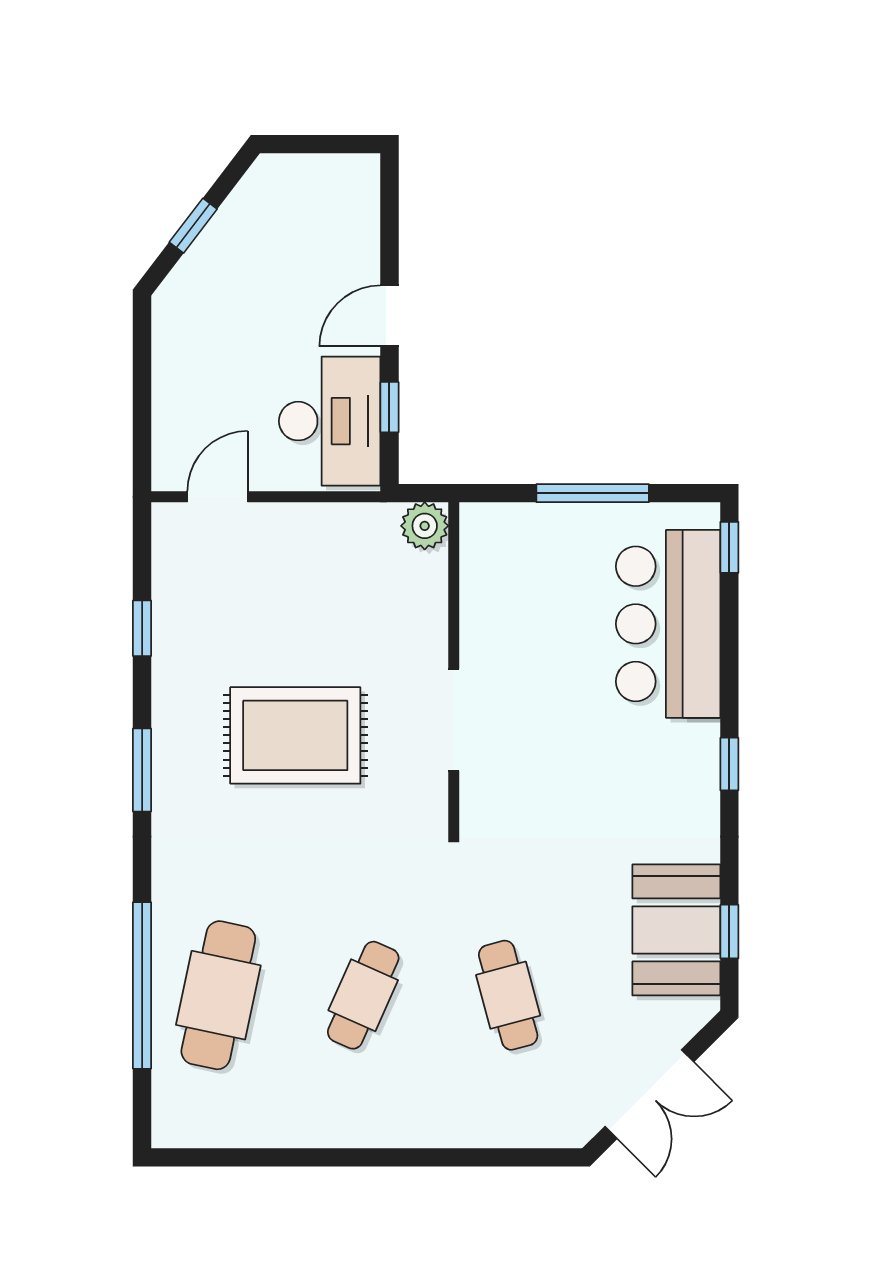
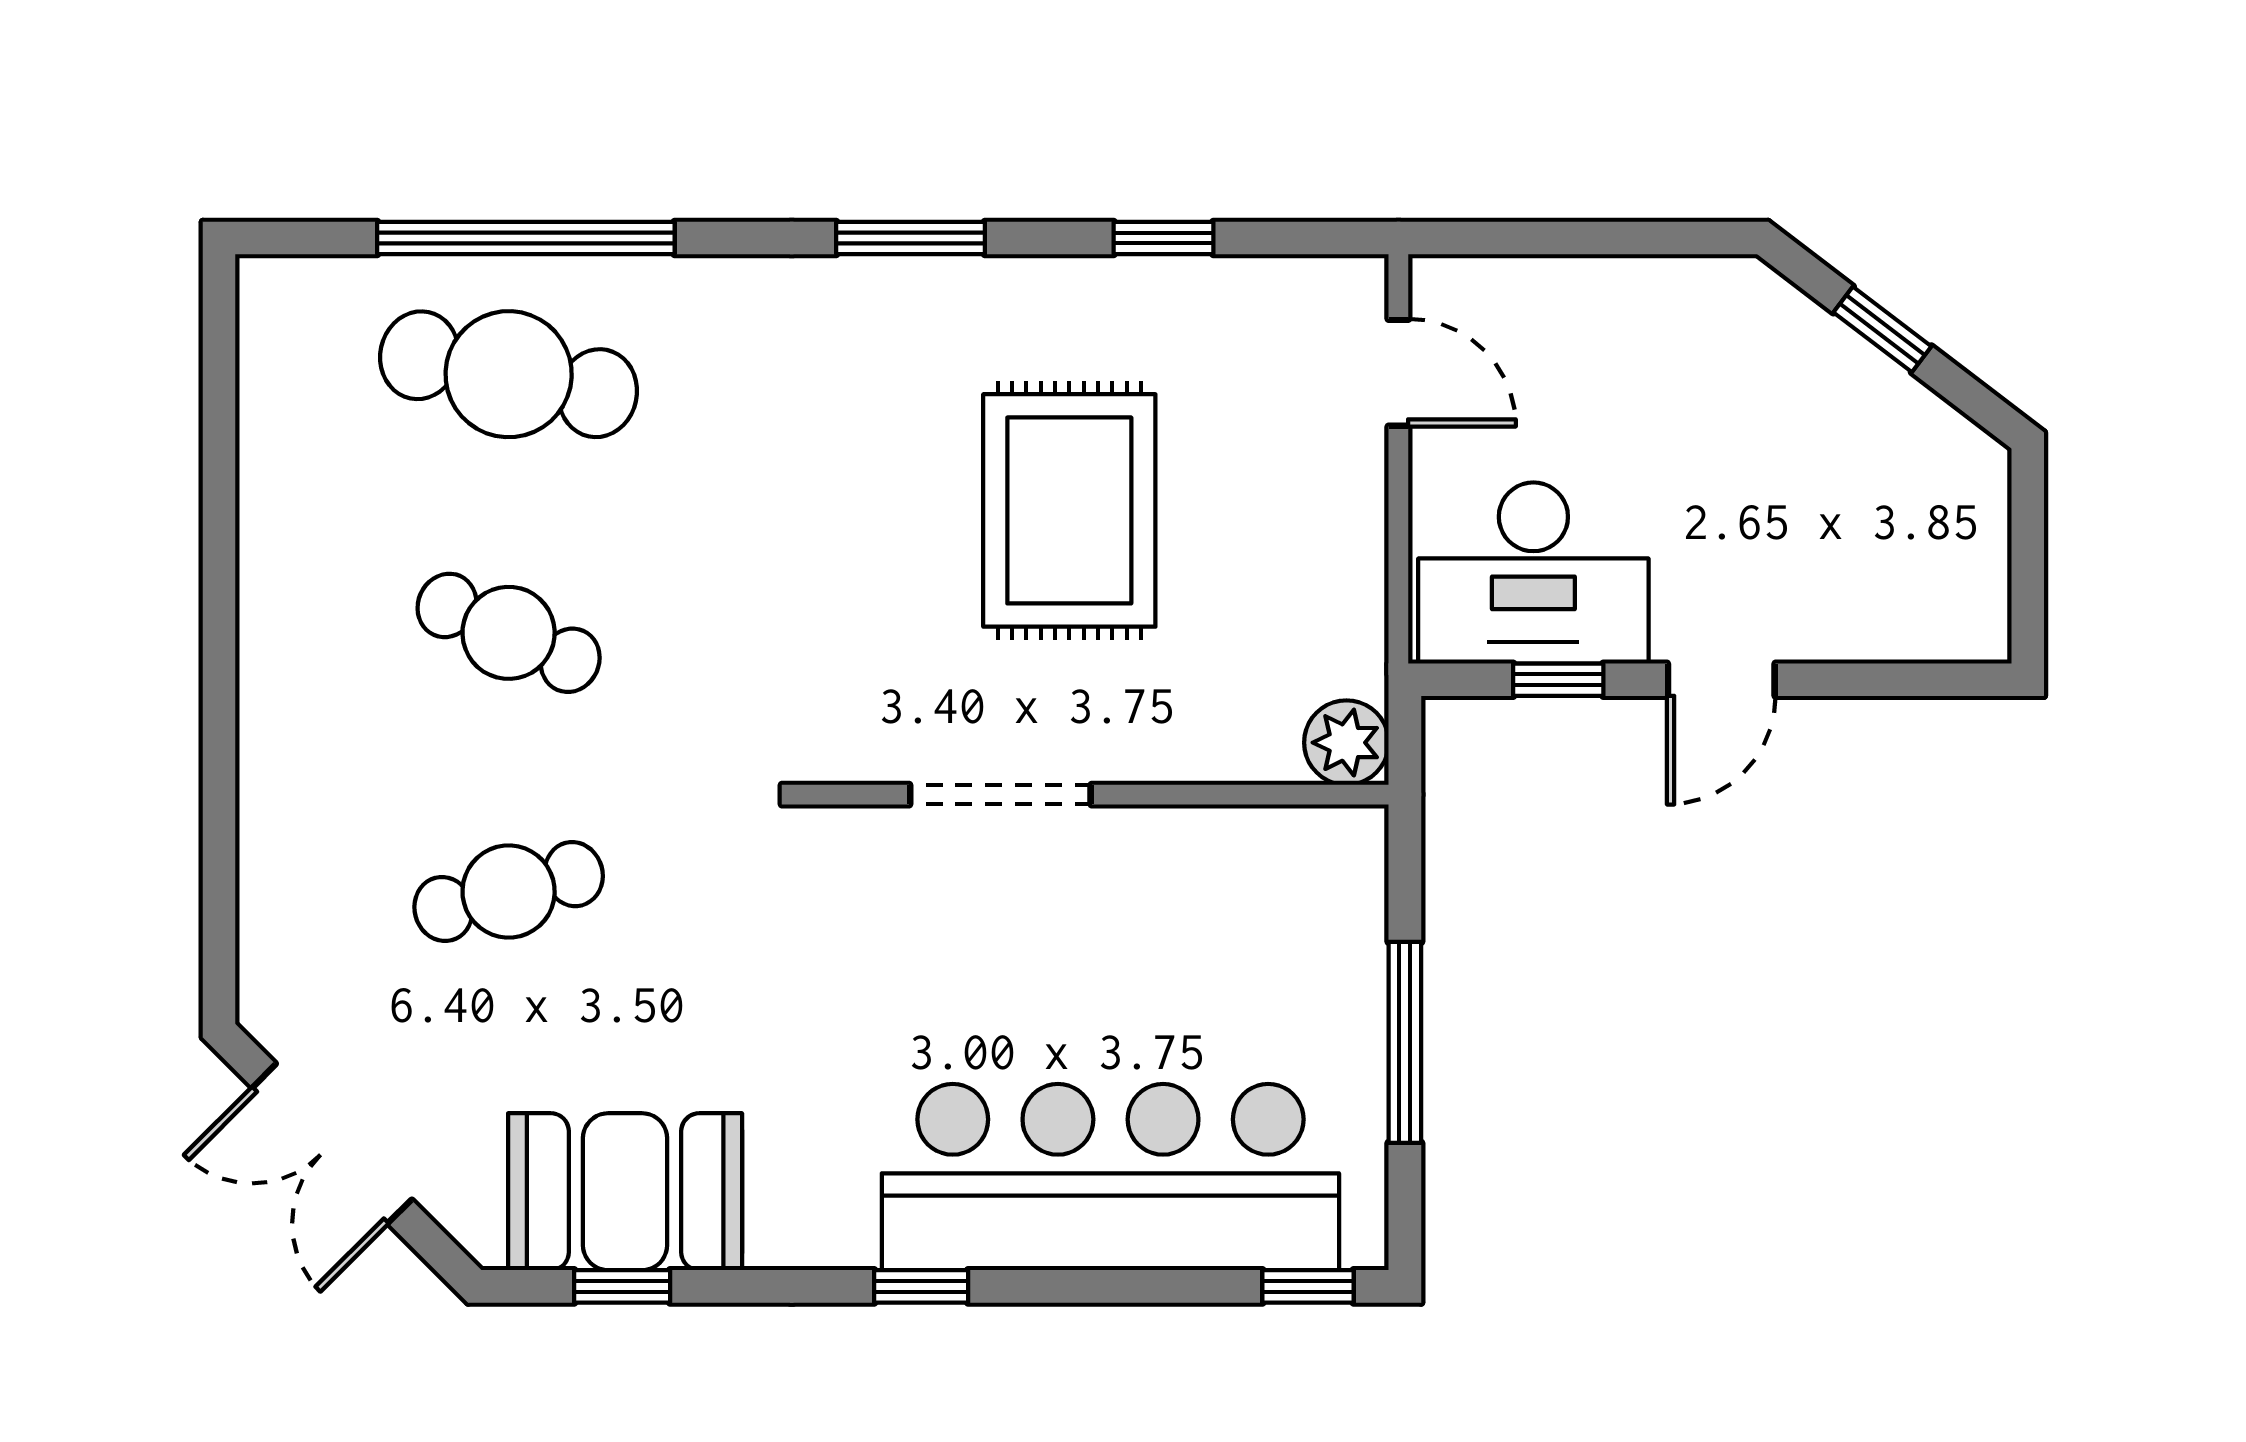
door: (389, 316) -> (1721, 680), swing flipped
bar counter: (668, 624) -> (1110, 1177), width x1.36
rug: (295, 735) -> (1069, 510), moved

